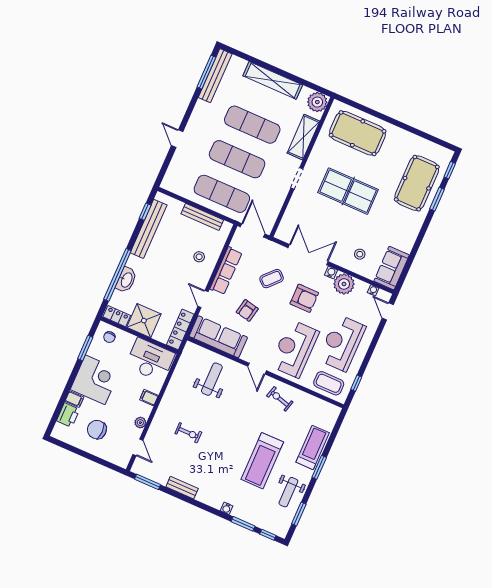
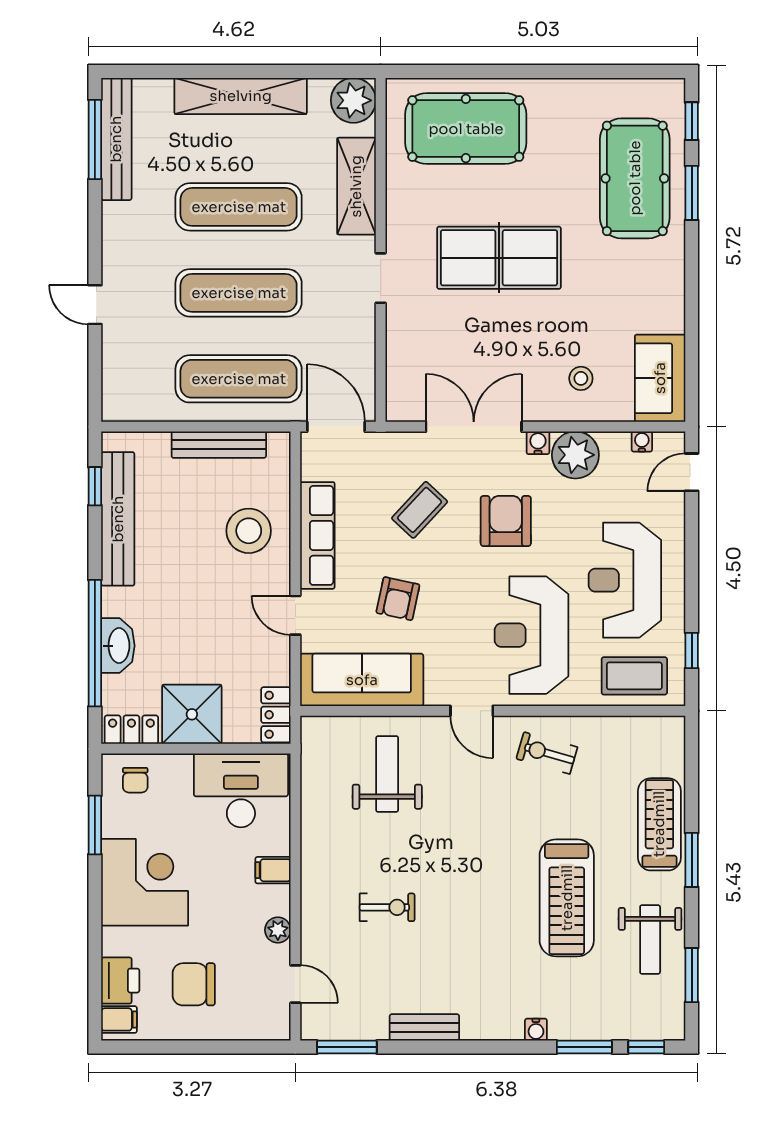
stool: (199, 257) -> (249, 531), width x1.89, depth x1.89
armchair: (304, 298) -> (506, 521), turned -90
door: (388, 311) -> (692, 472), hinge flipped
locker: (180, 329) -> (276, 715), width x0.66
filing cabinet: (74, 399) -> (119, 1019), moved

